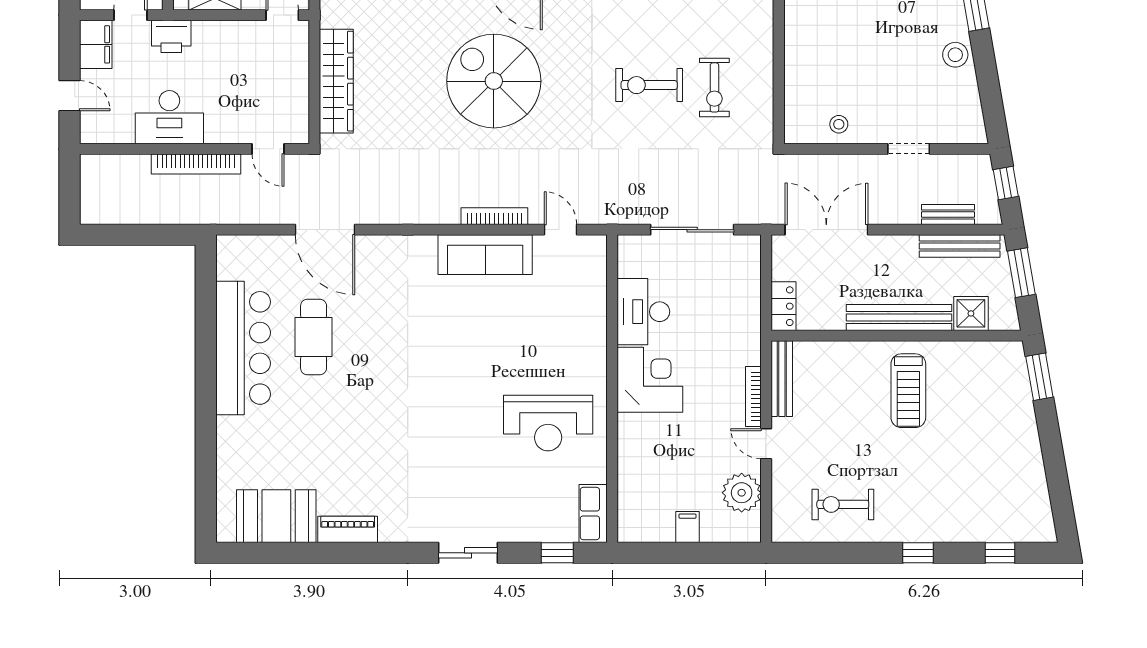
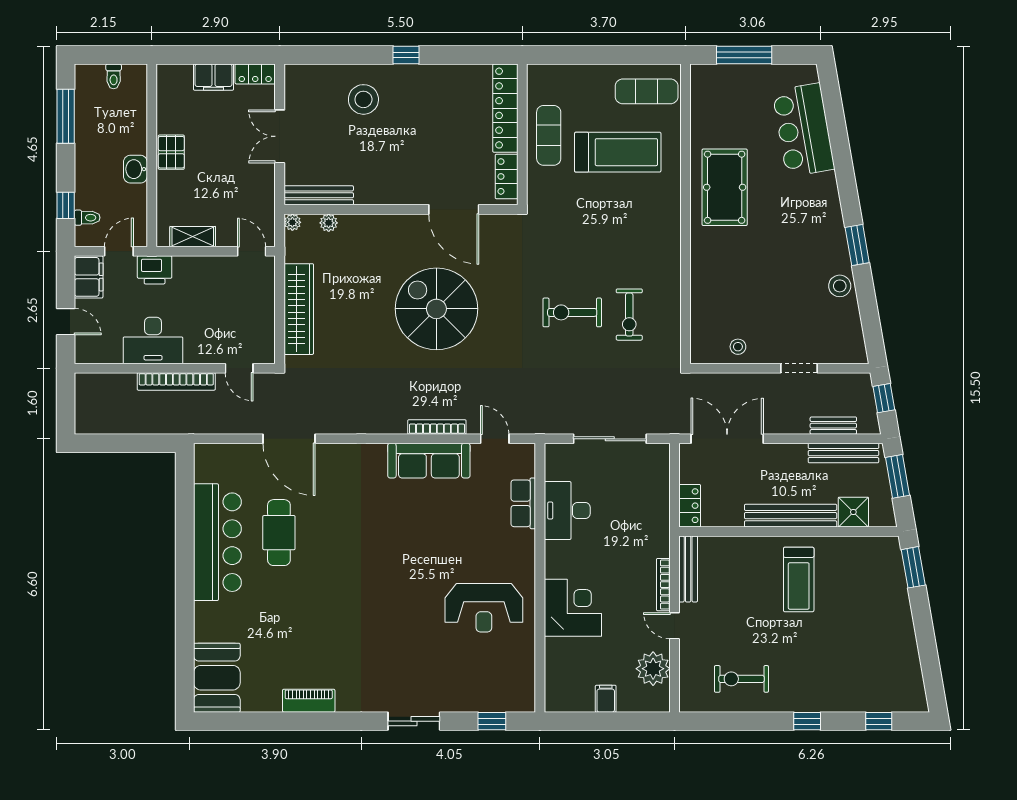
corner desk: (650, 380) -> (573, 608), moved
row of seats: (593, 514) -> (523, 503), moved
booth: (276, 516) -> (217, 678), moved, turned 90

